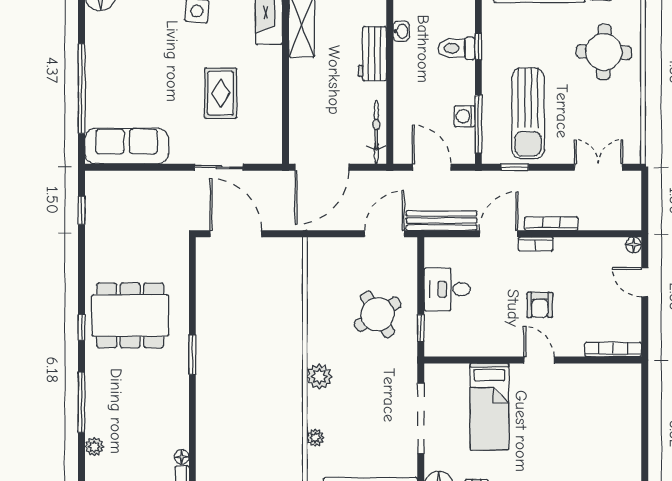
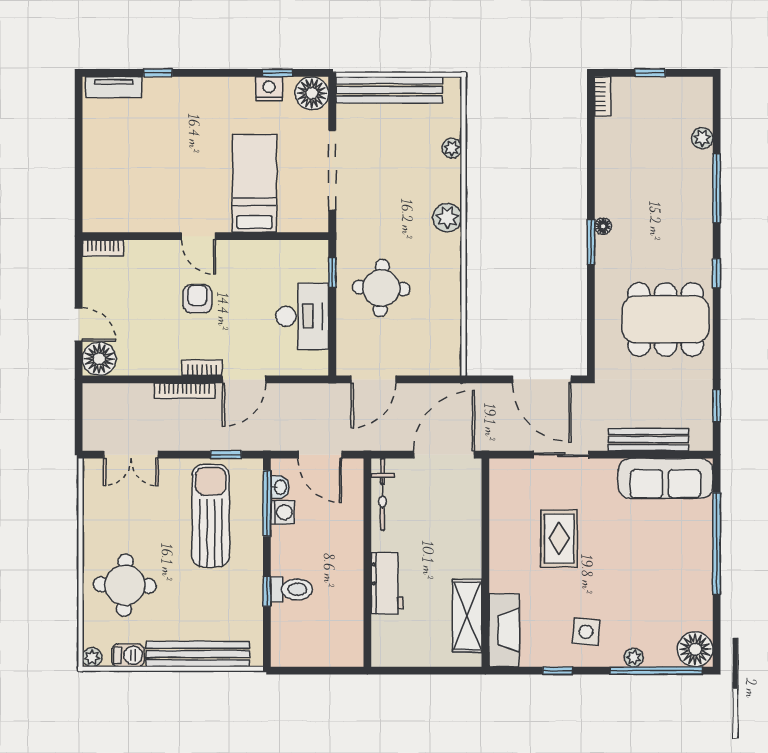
washbasin: (401, 31) -> (280, 487), moved, turned 180
bench: (441, 220) -> (649, 440), moved
floor lamp: (633, 245) -> (99, 359), width x1.89, depth x1.89
desk: (447, 289) -> (302, 316), width x1.37
round table: (378, 314) -> (381, 288), turned 35
dining table: (130, 315) -> (666, 319), moved
bookcase: (613, 350) -> (103, 248), width x0.64
floor lamp: (182, 457) -> (603, 226), moved

